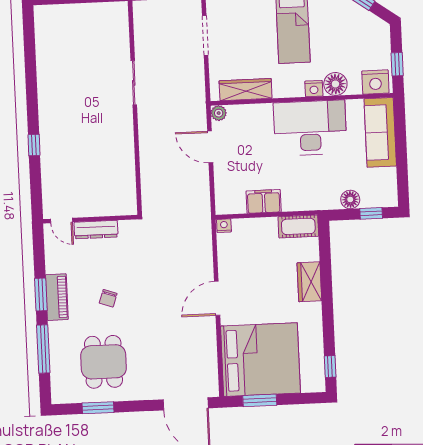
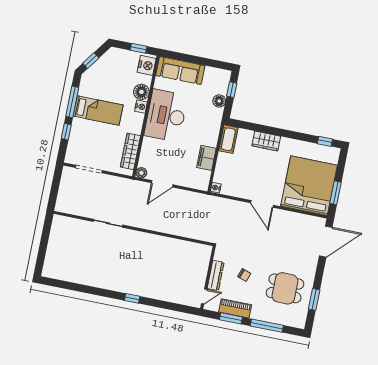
wall: (90, 219) -> (208, 277), moved
door: (62, 220) -> (204, 296), moved
dresser: (96, 230) -> (216, 275), moved

